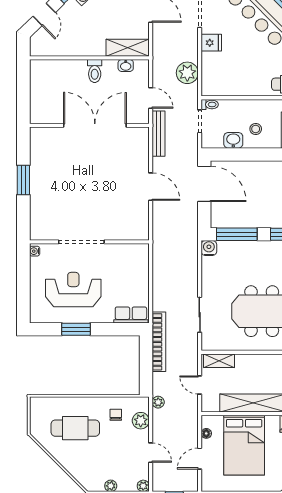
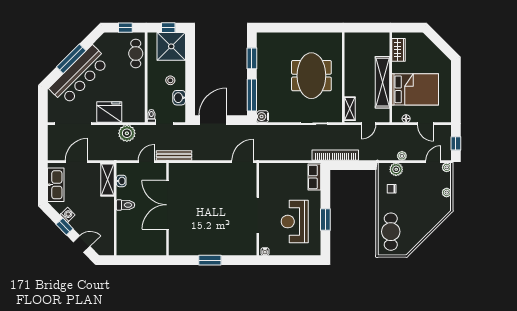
fridge: (211, 43) -> (109, 112), width x1.88, depth x1.34
door: (151, 187) -> (243, 162), moved
plant: (158, 402) -> (402, 156), moved
cafe table: (75, 428) -> (391, 232), moved
door: (151, 453) -> (433, 162), moved

